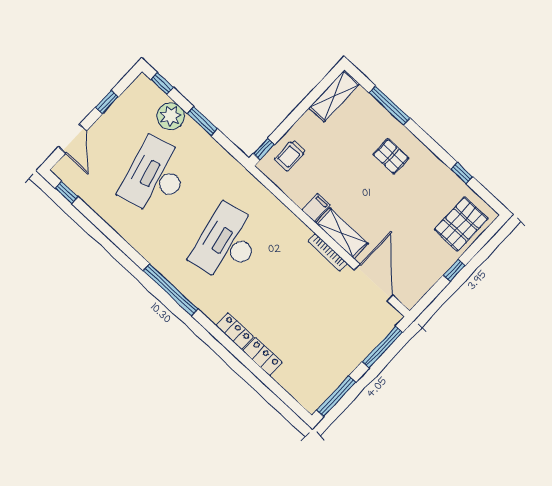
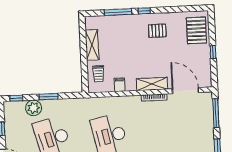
shelving: (334, 96) -> (92, 45), moved
window: (264, 149) -> (85, 82), removed
pallet: (391, 156) -> (157, 31), moved
window: (462, 173) -> (144, 11), moved
filing cabinet: (316, 208) -> (120, 85), moved

